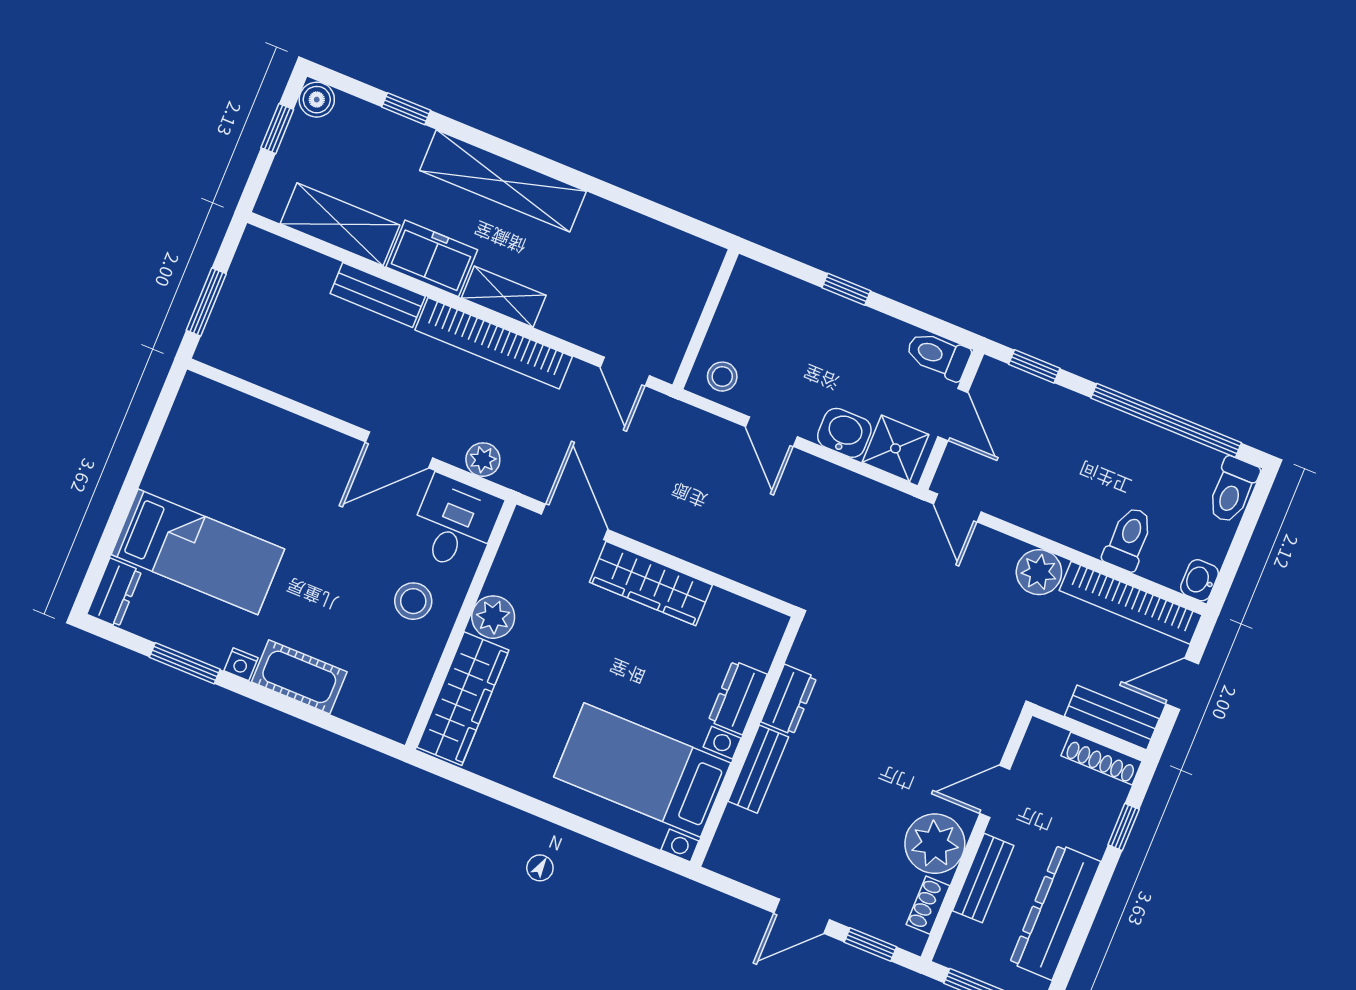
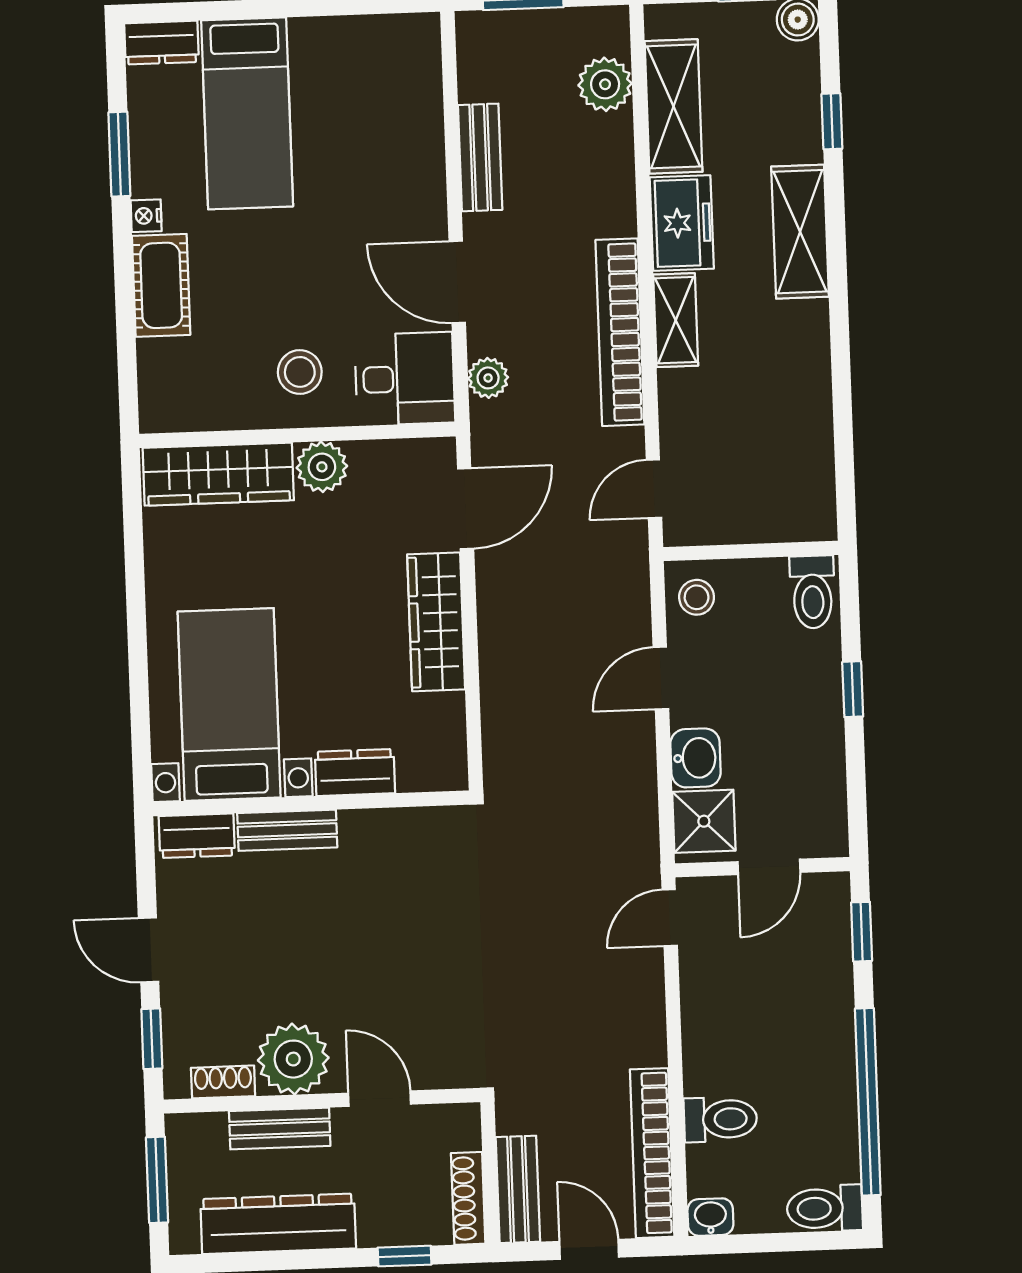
shelving: (503, 181) -> (800, 232), width x0.68
bench: (378, 295) -> (480, 157), moved
toilet: (938, 355) -> (812, 592), moved, turned 180
plant: (1039, 572) -> (605, 84), moved
dresser: (789, 700) -> (197, 836), moved

